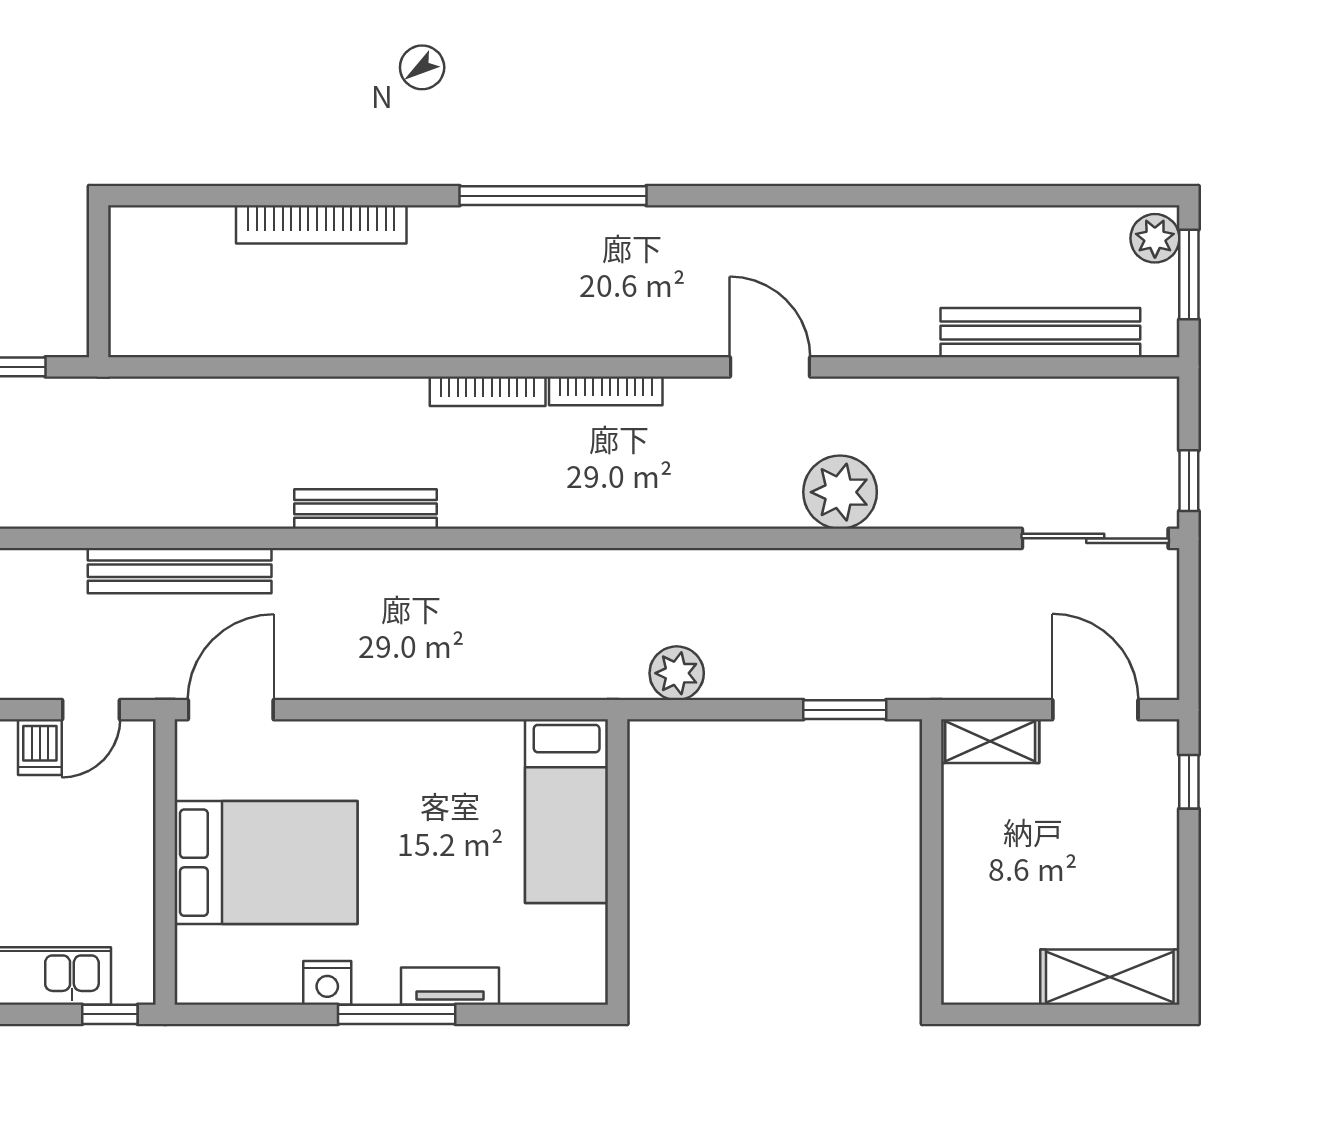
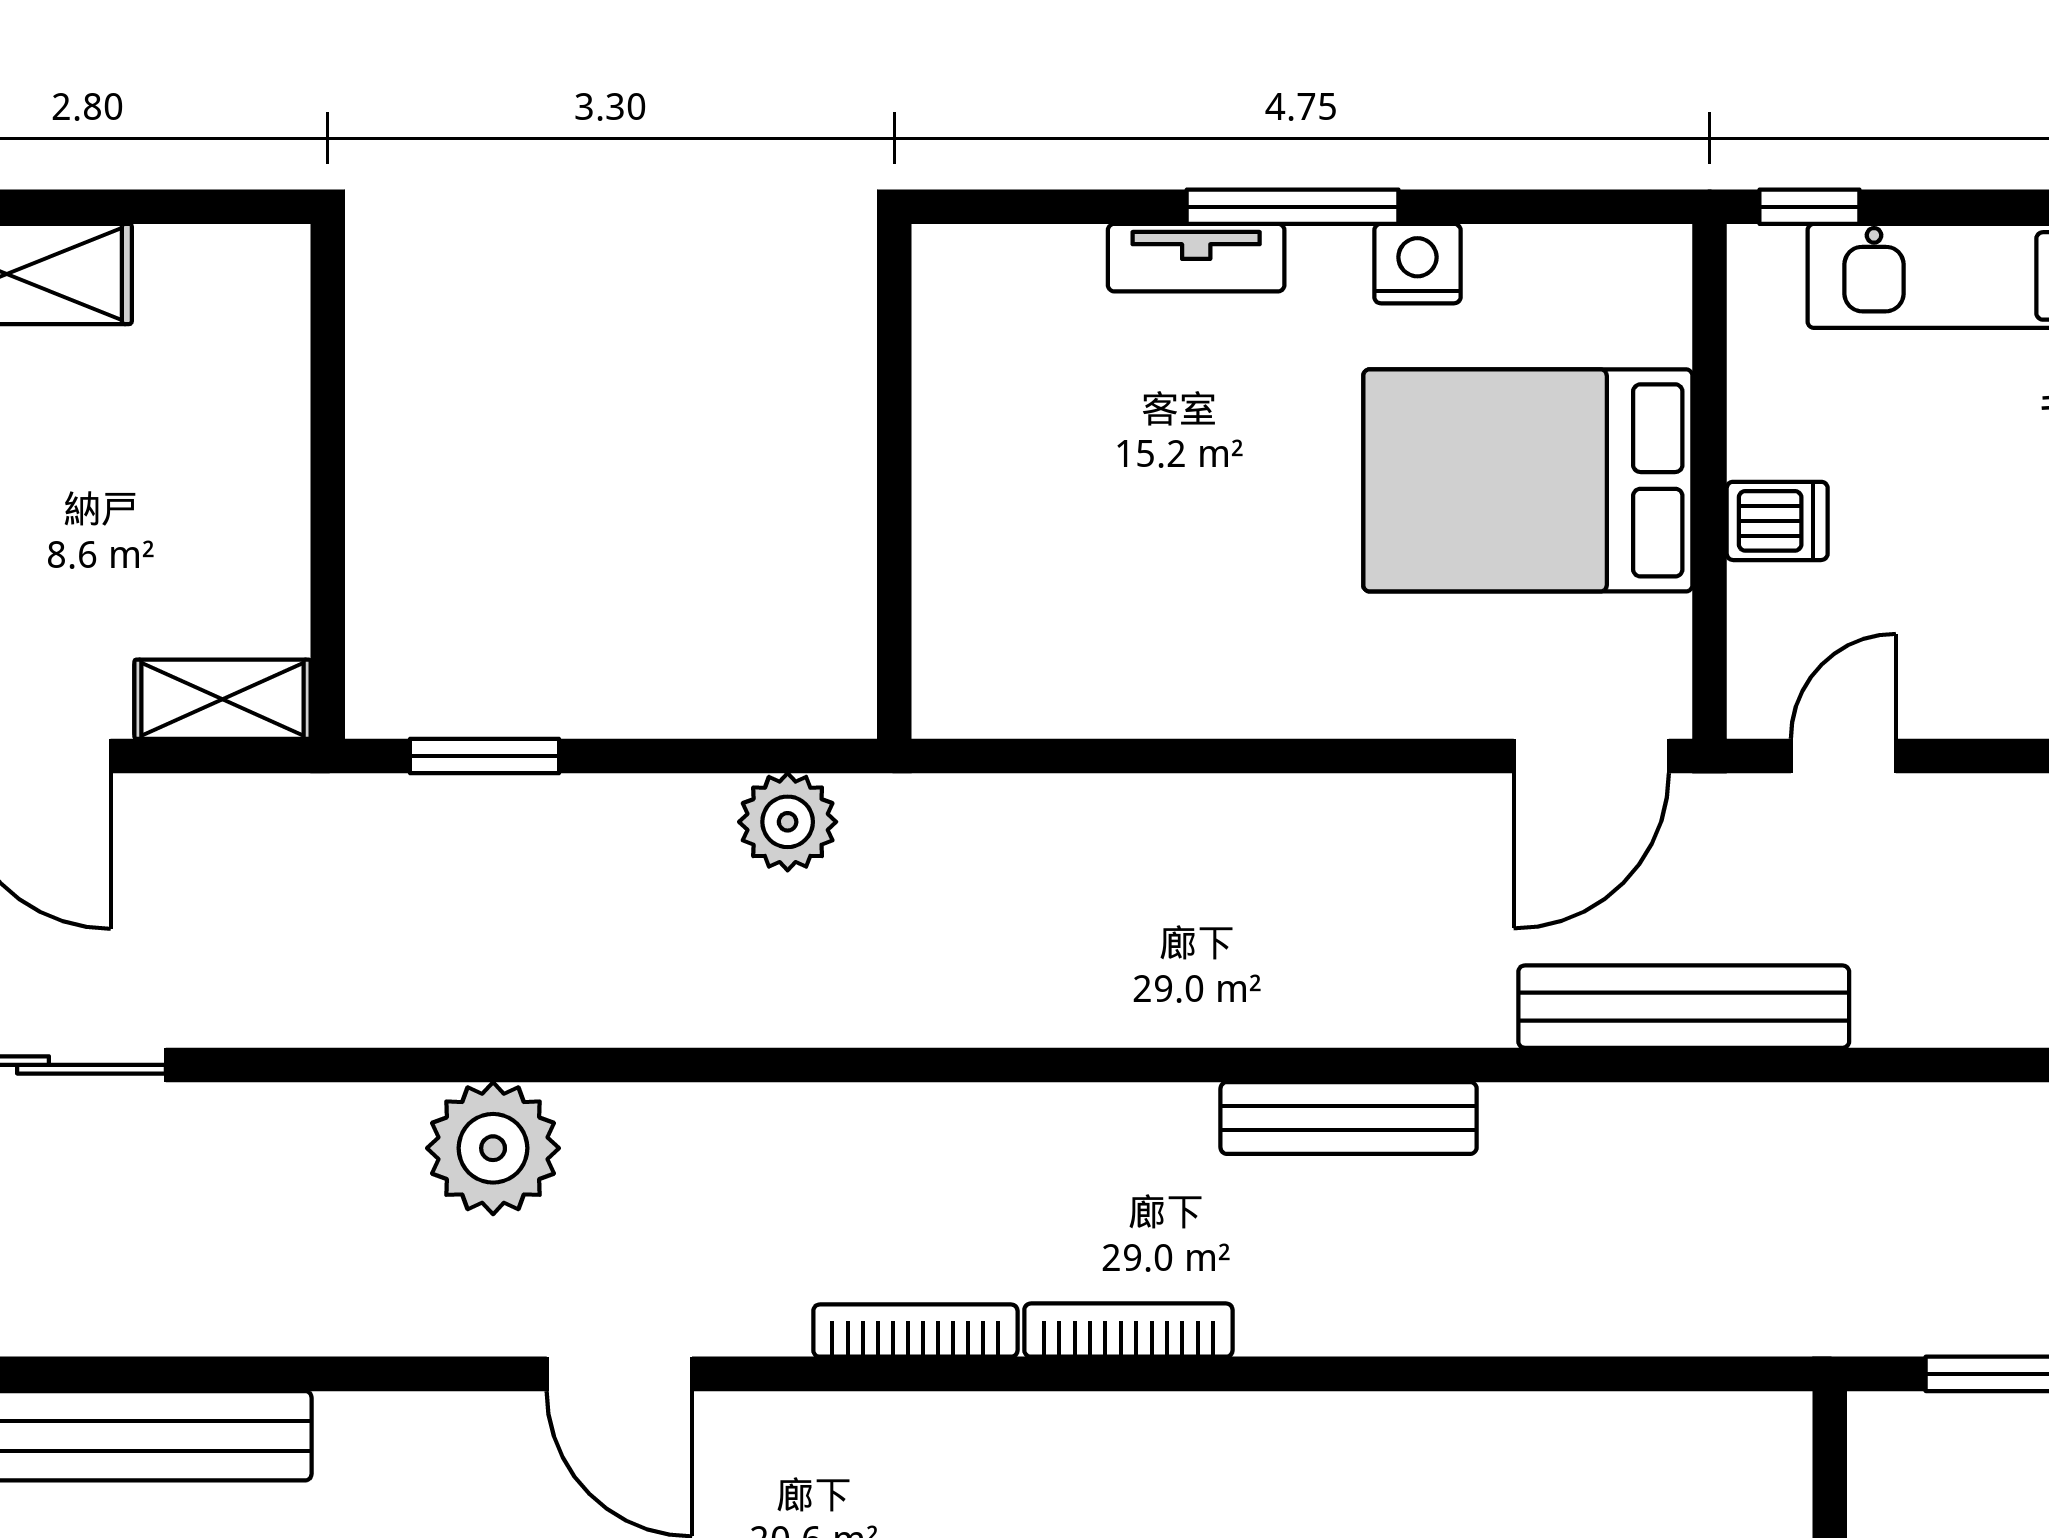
dishwasher: (40, 747) -> (1777, 521), moved, turned 90
bed: (567, 811) -> (986, 573), removed

